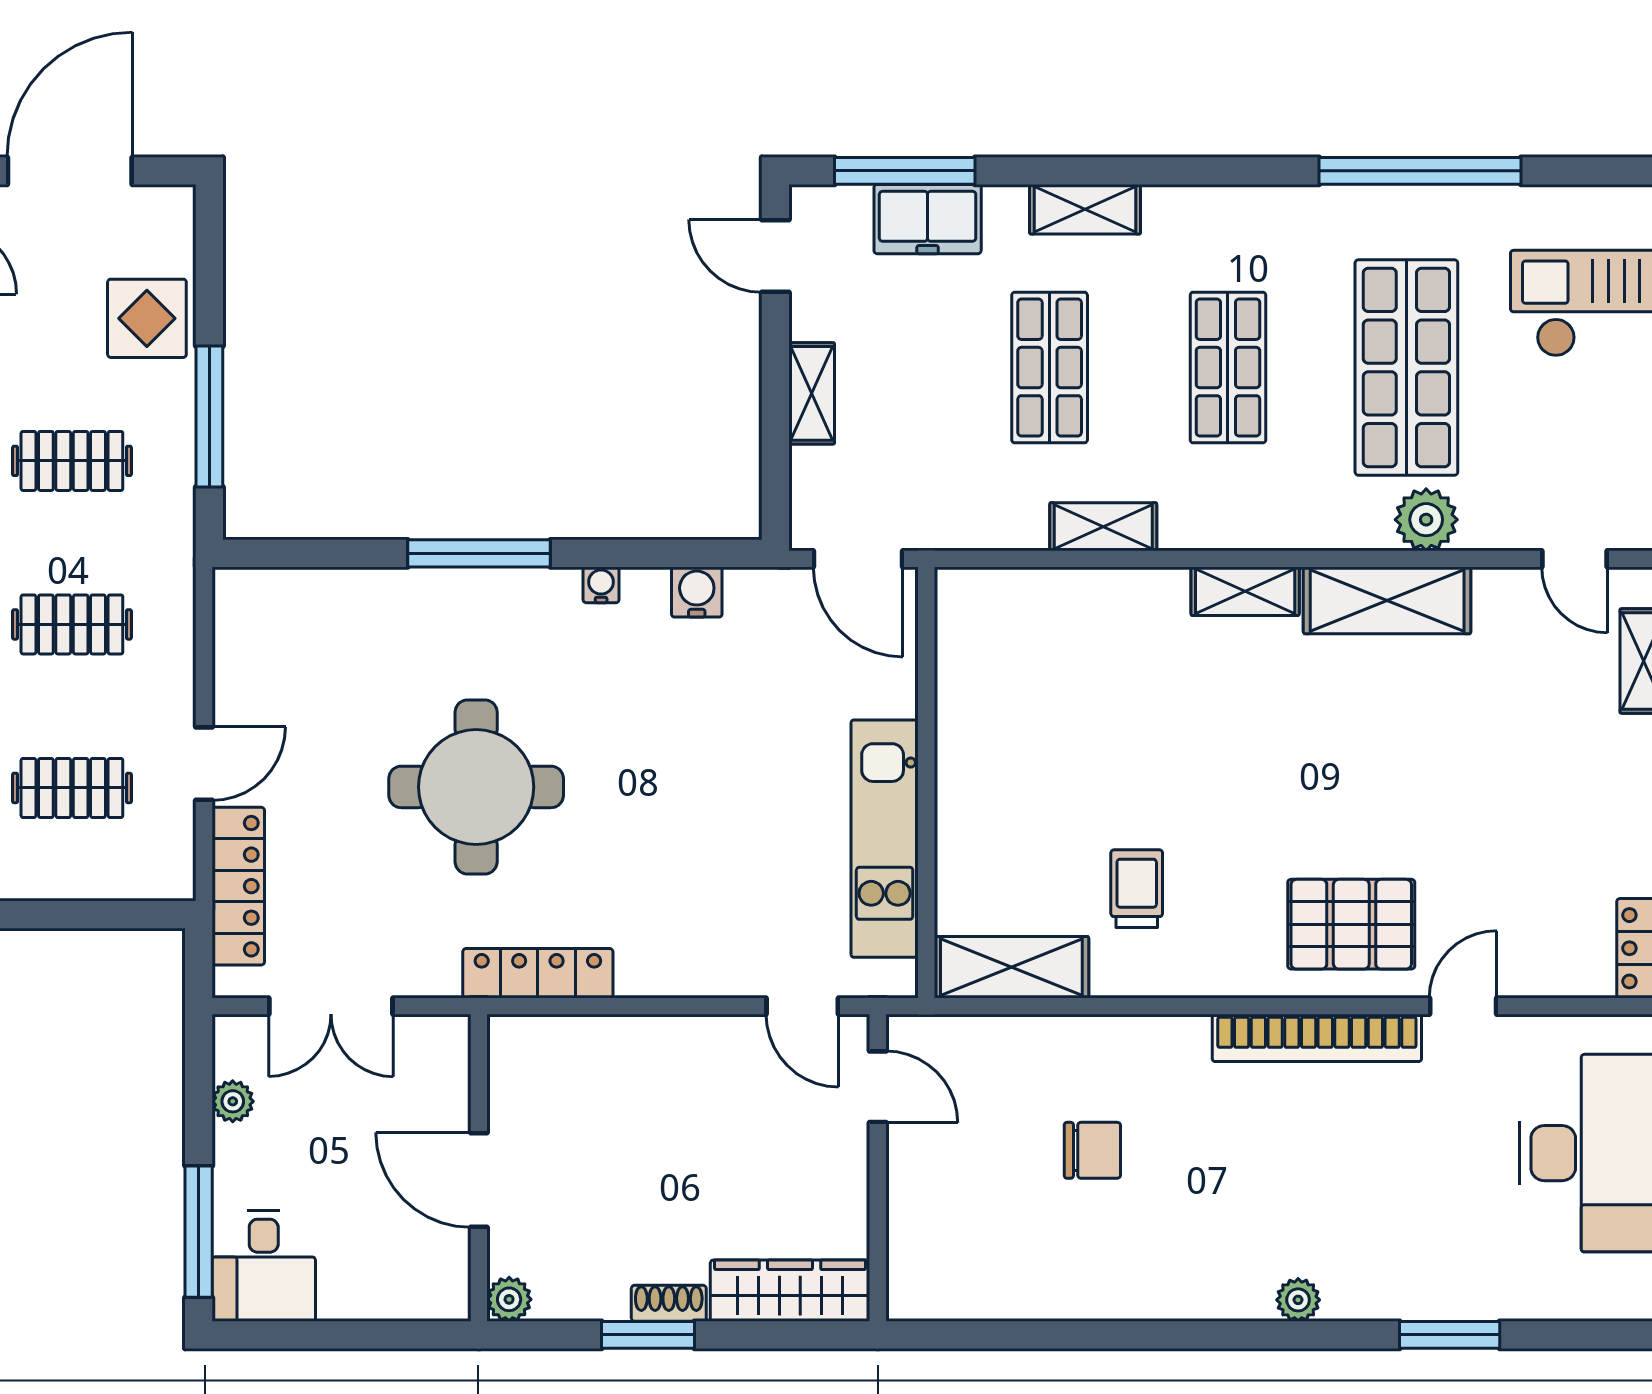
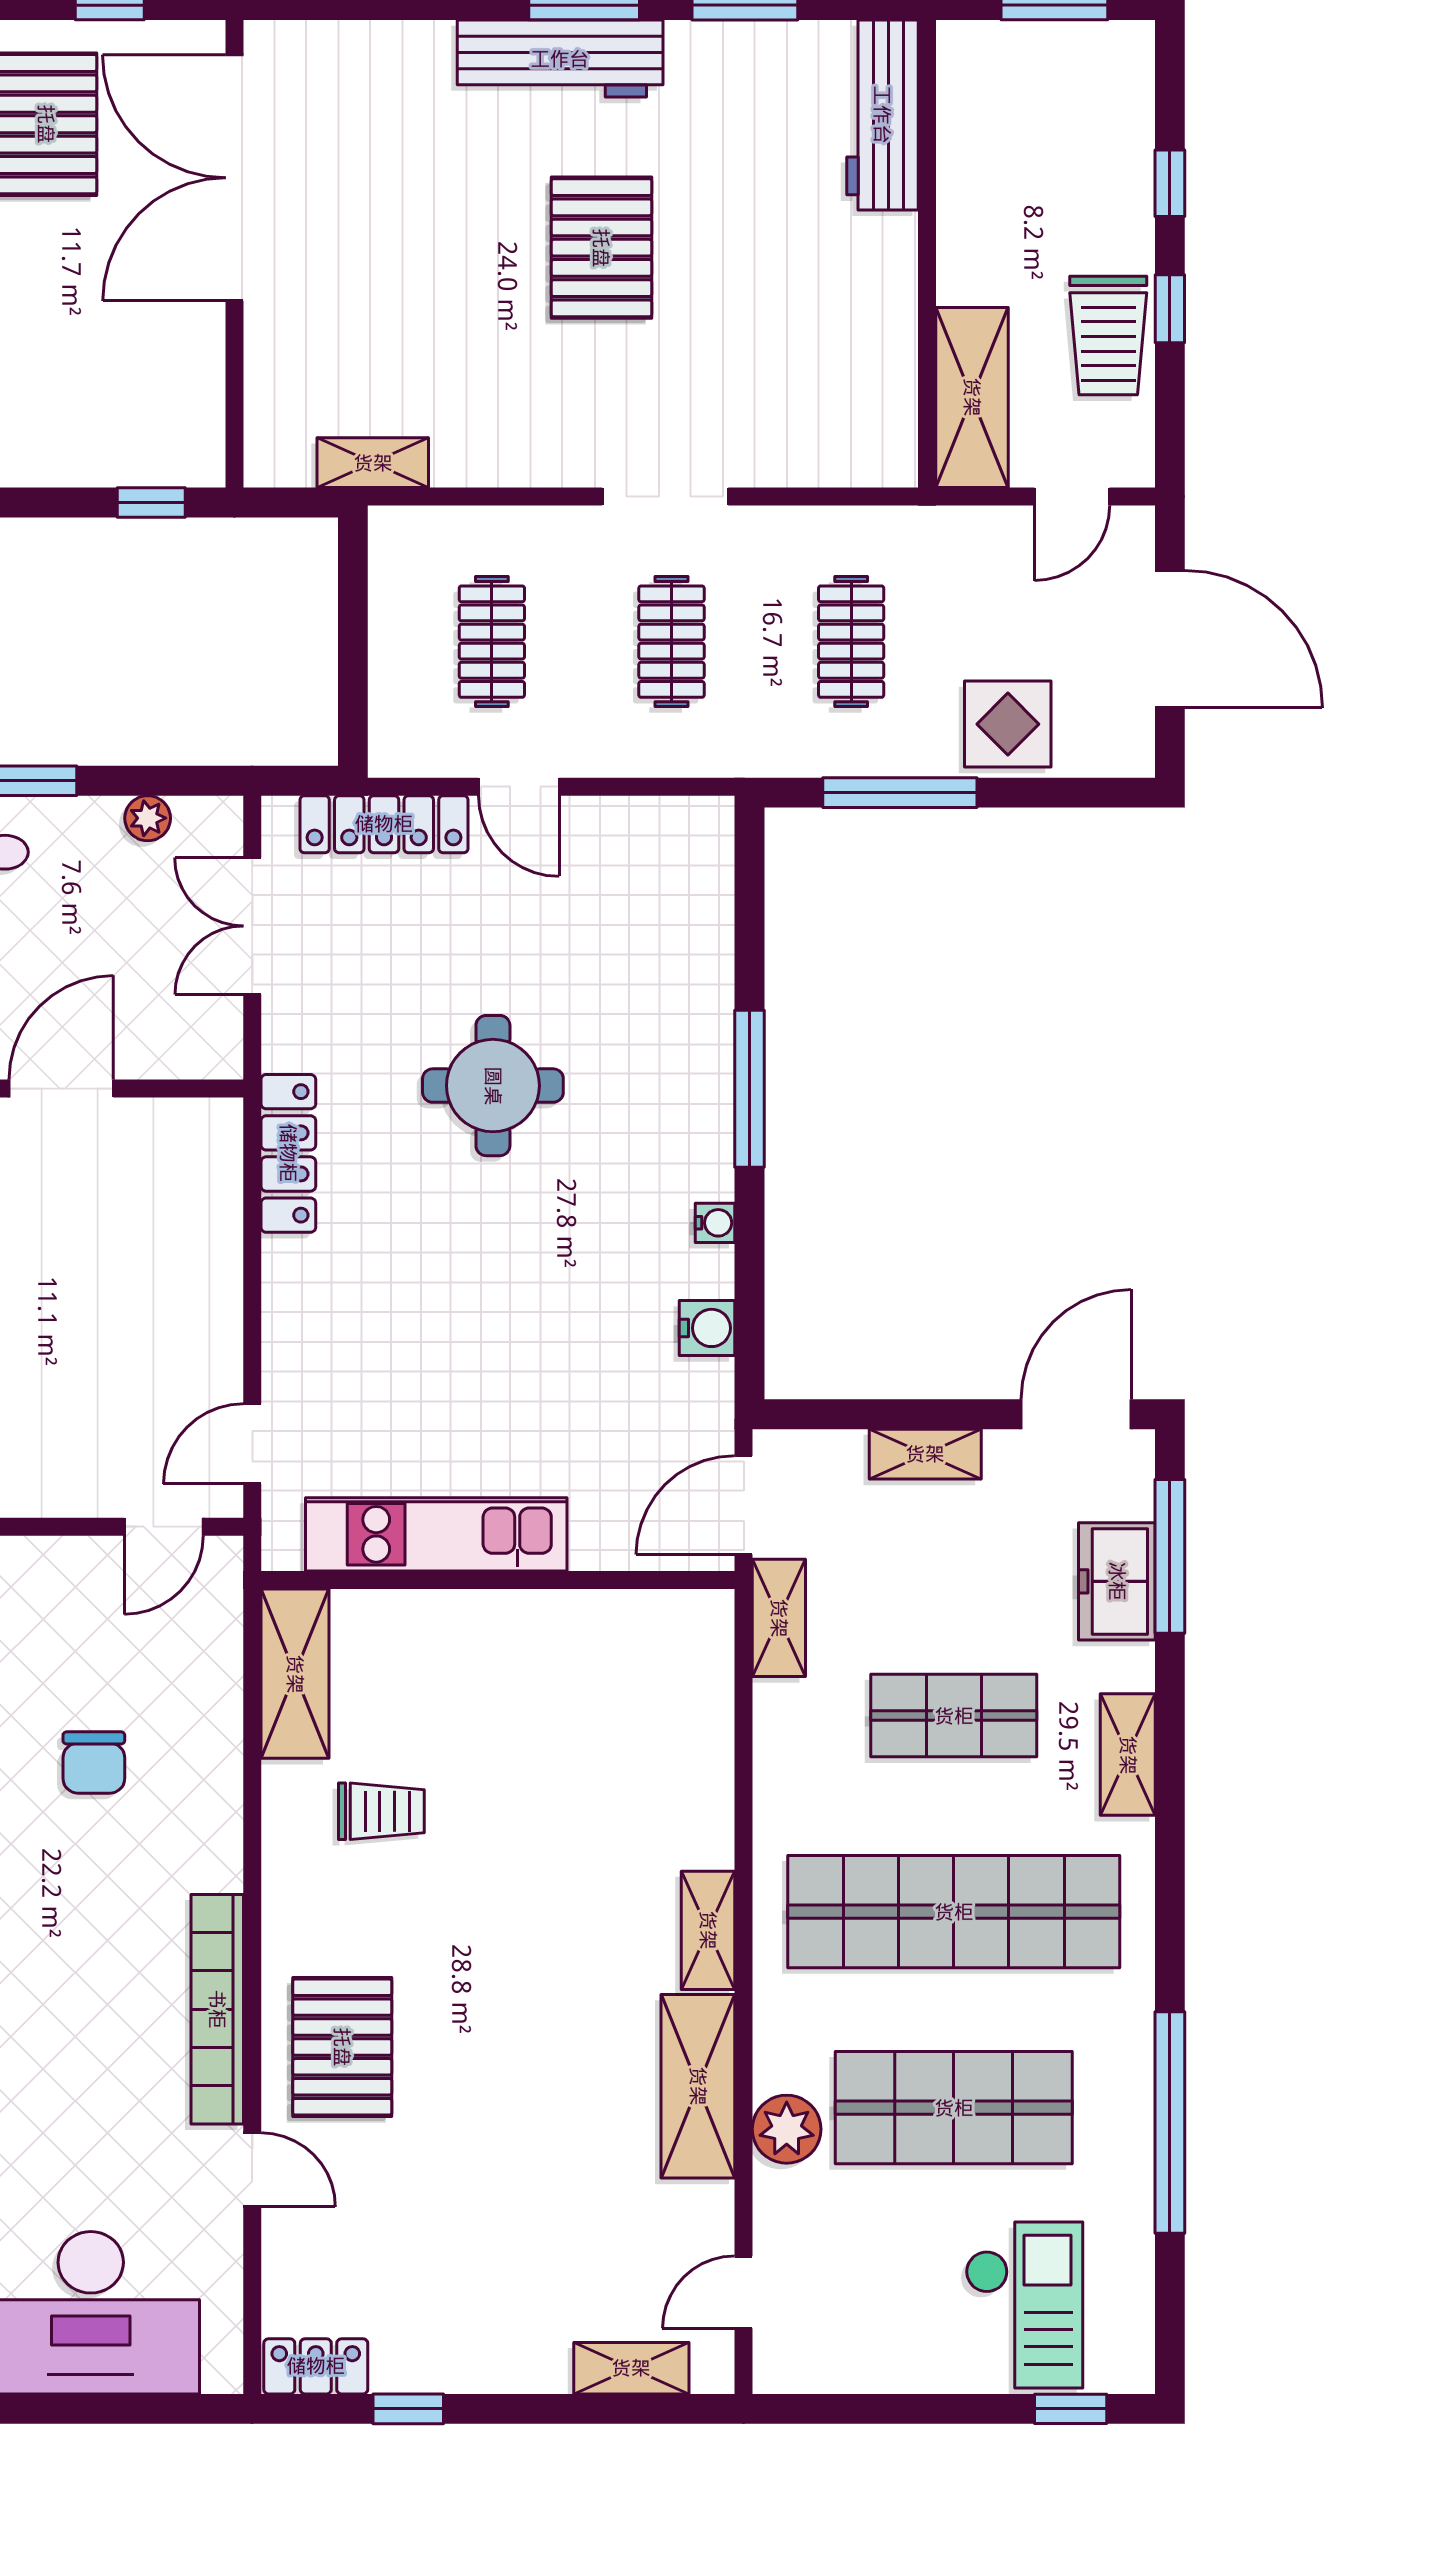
door: (775, 256) -> (1076, 1414), width x1.38
shop shelf: (1228, 368) -> (954, 1912), width x2.00, depth x1.36
shelving: (1103, 527) -> (779, 1618), moved
round table: (476, 787) -> (493, 1086), width x0.73, depth x0.73

